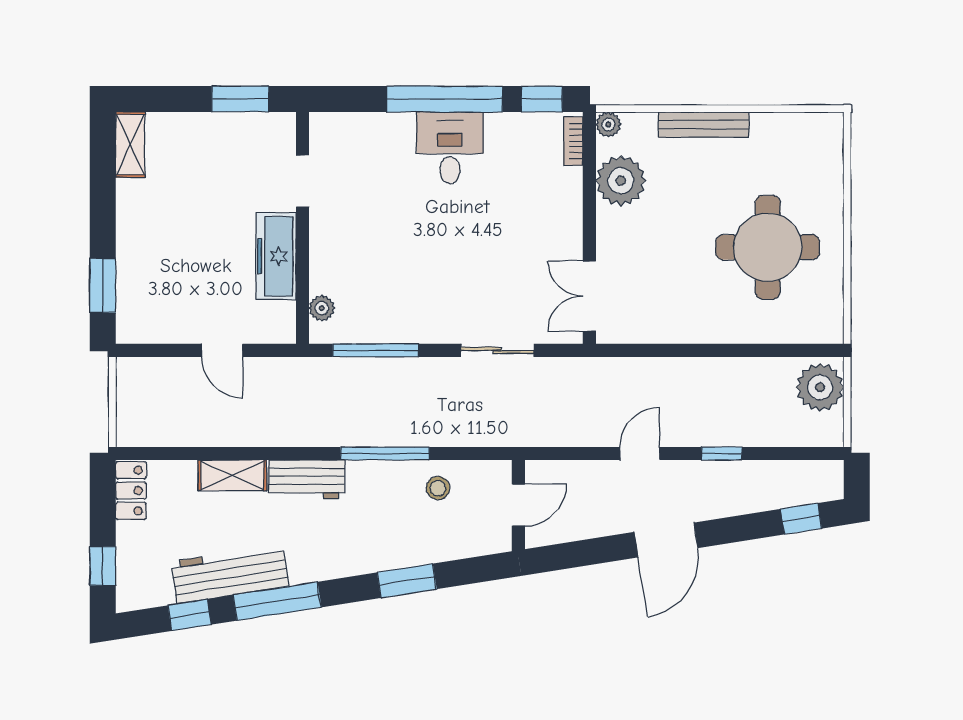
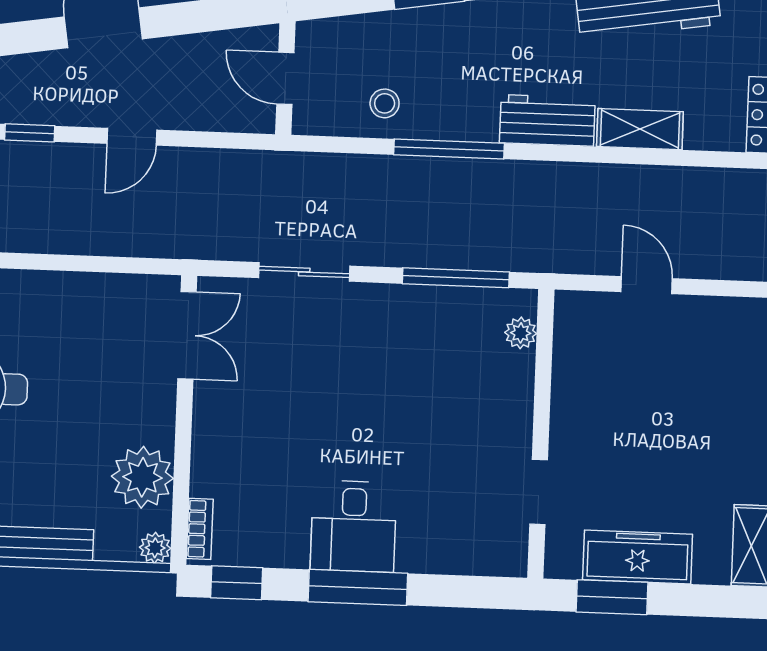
window: (444, 99) -> (358, 587), width x0.68
freezer: (276, 256) -> (638, 557), moved, turned -90
door: (518, 505) -> (285, 78), hinge flipped

